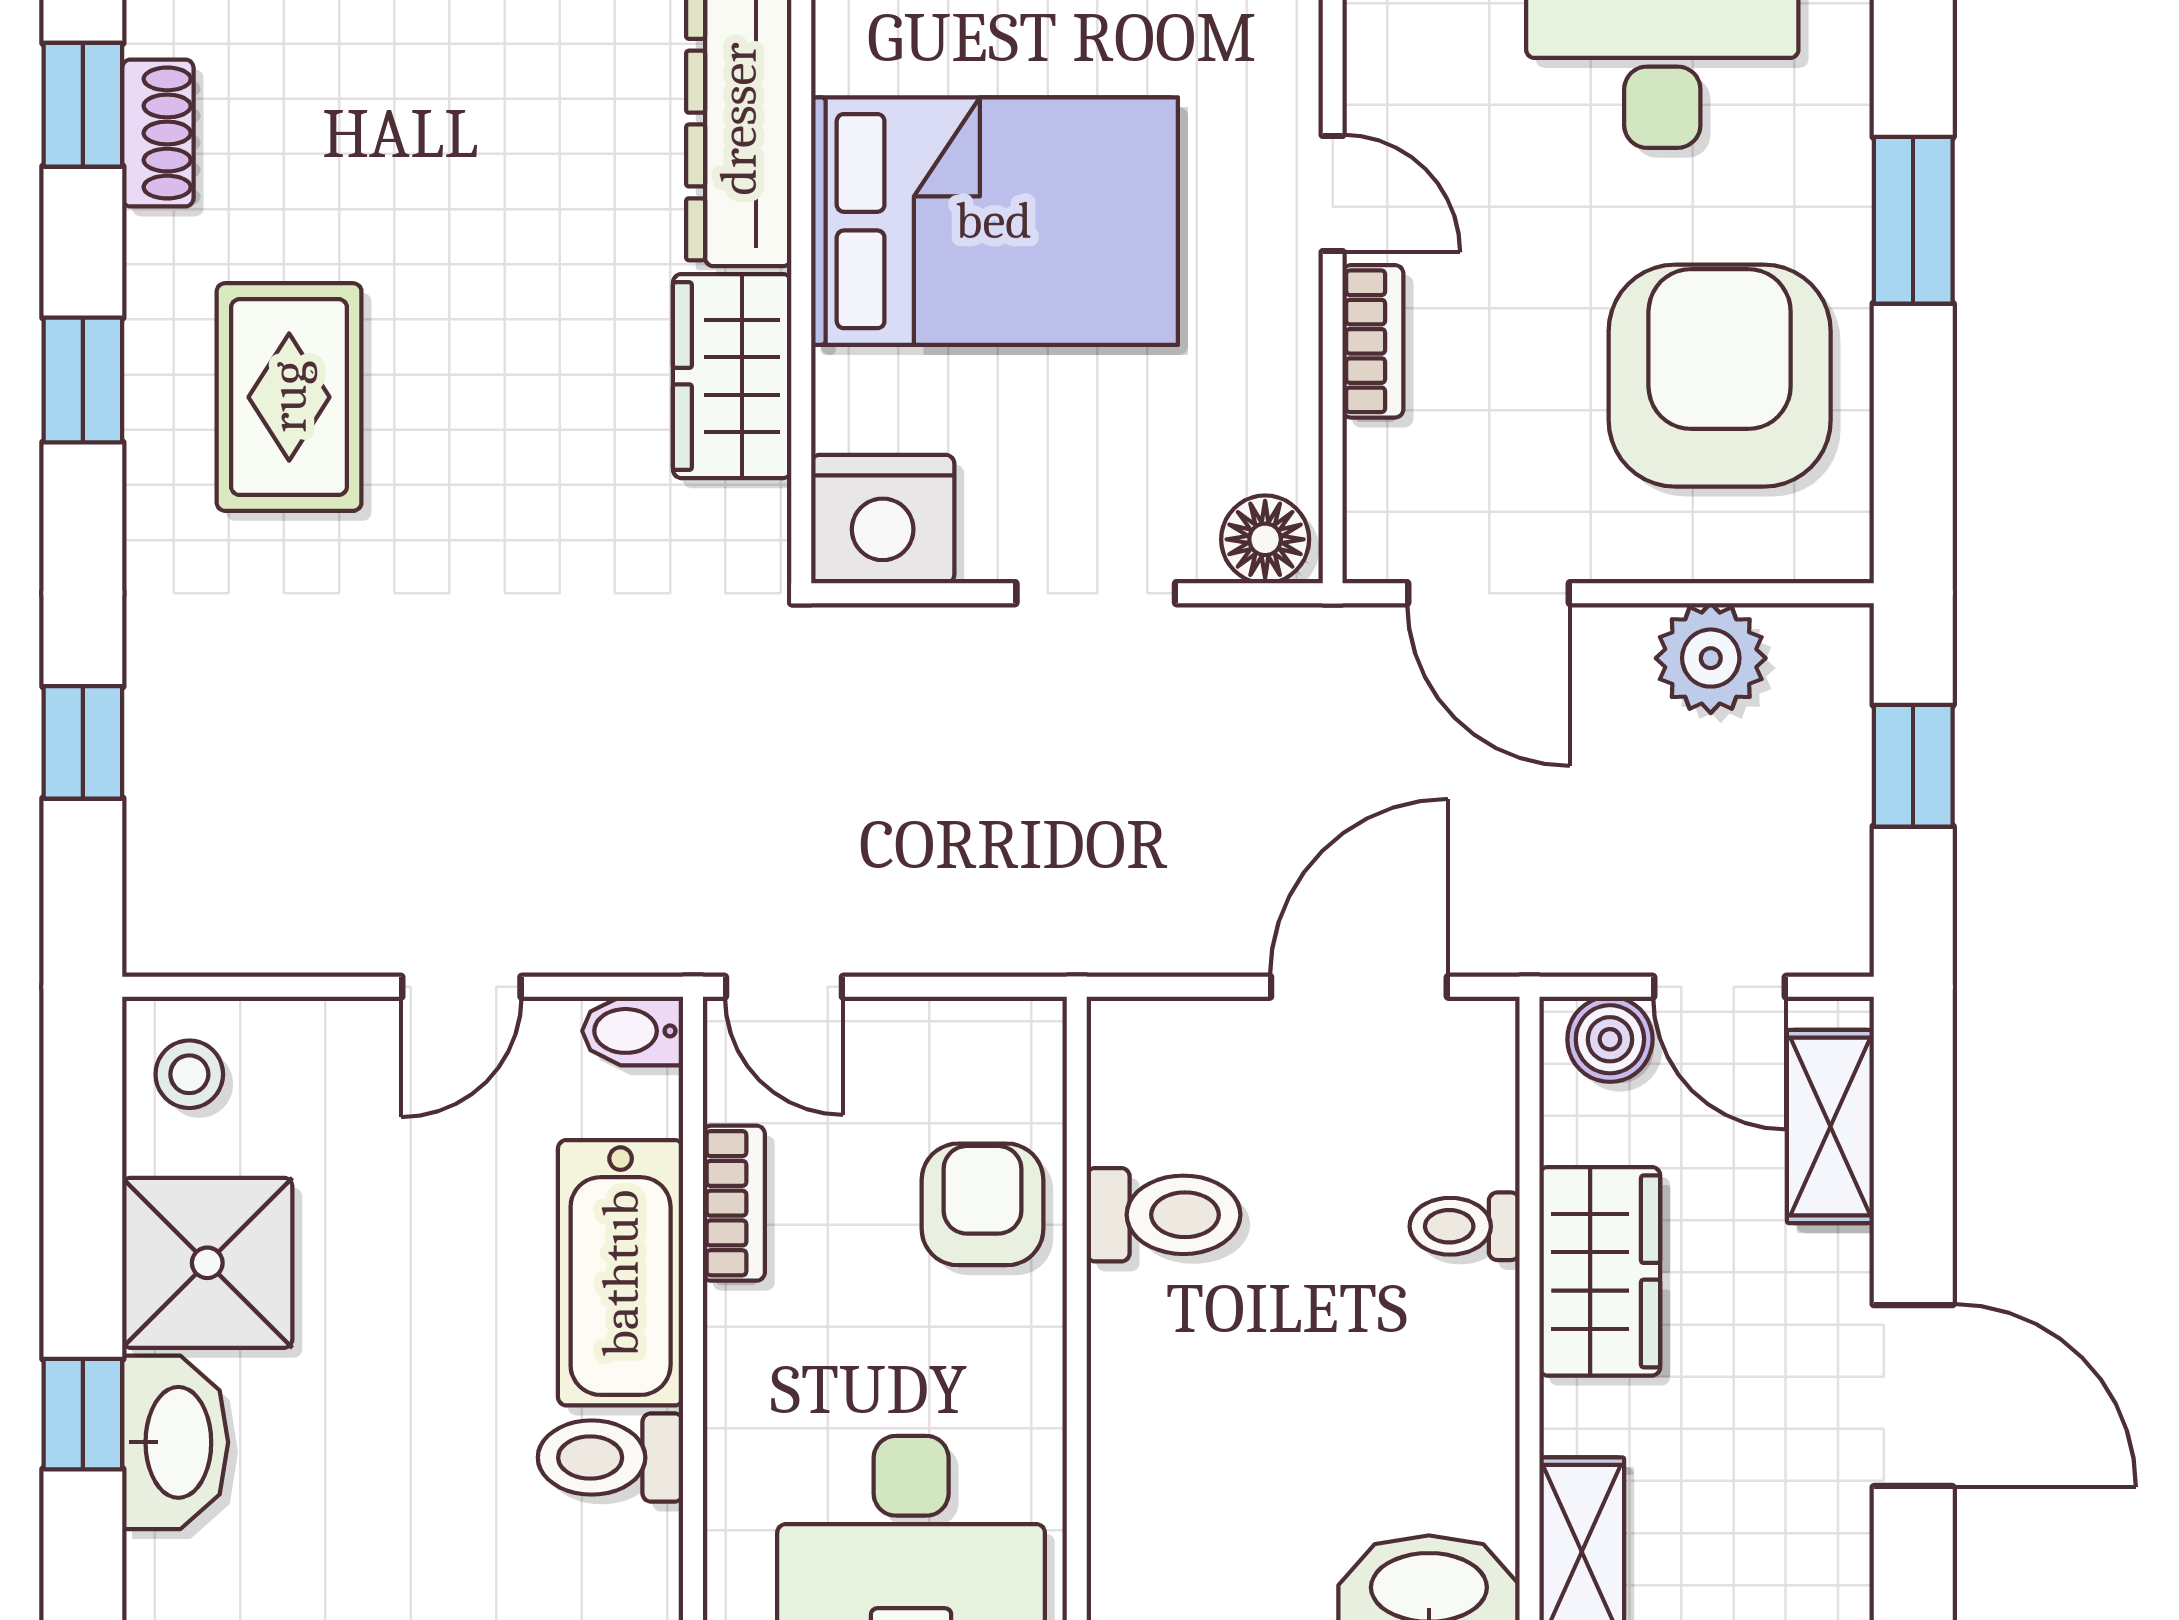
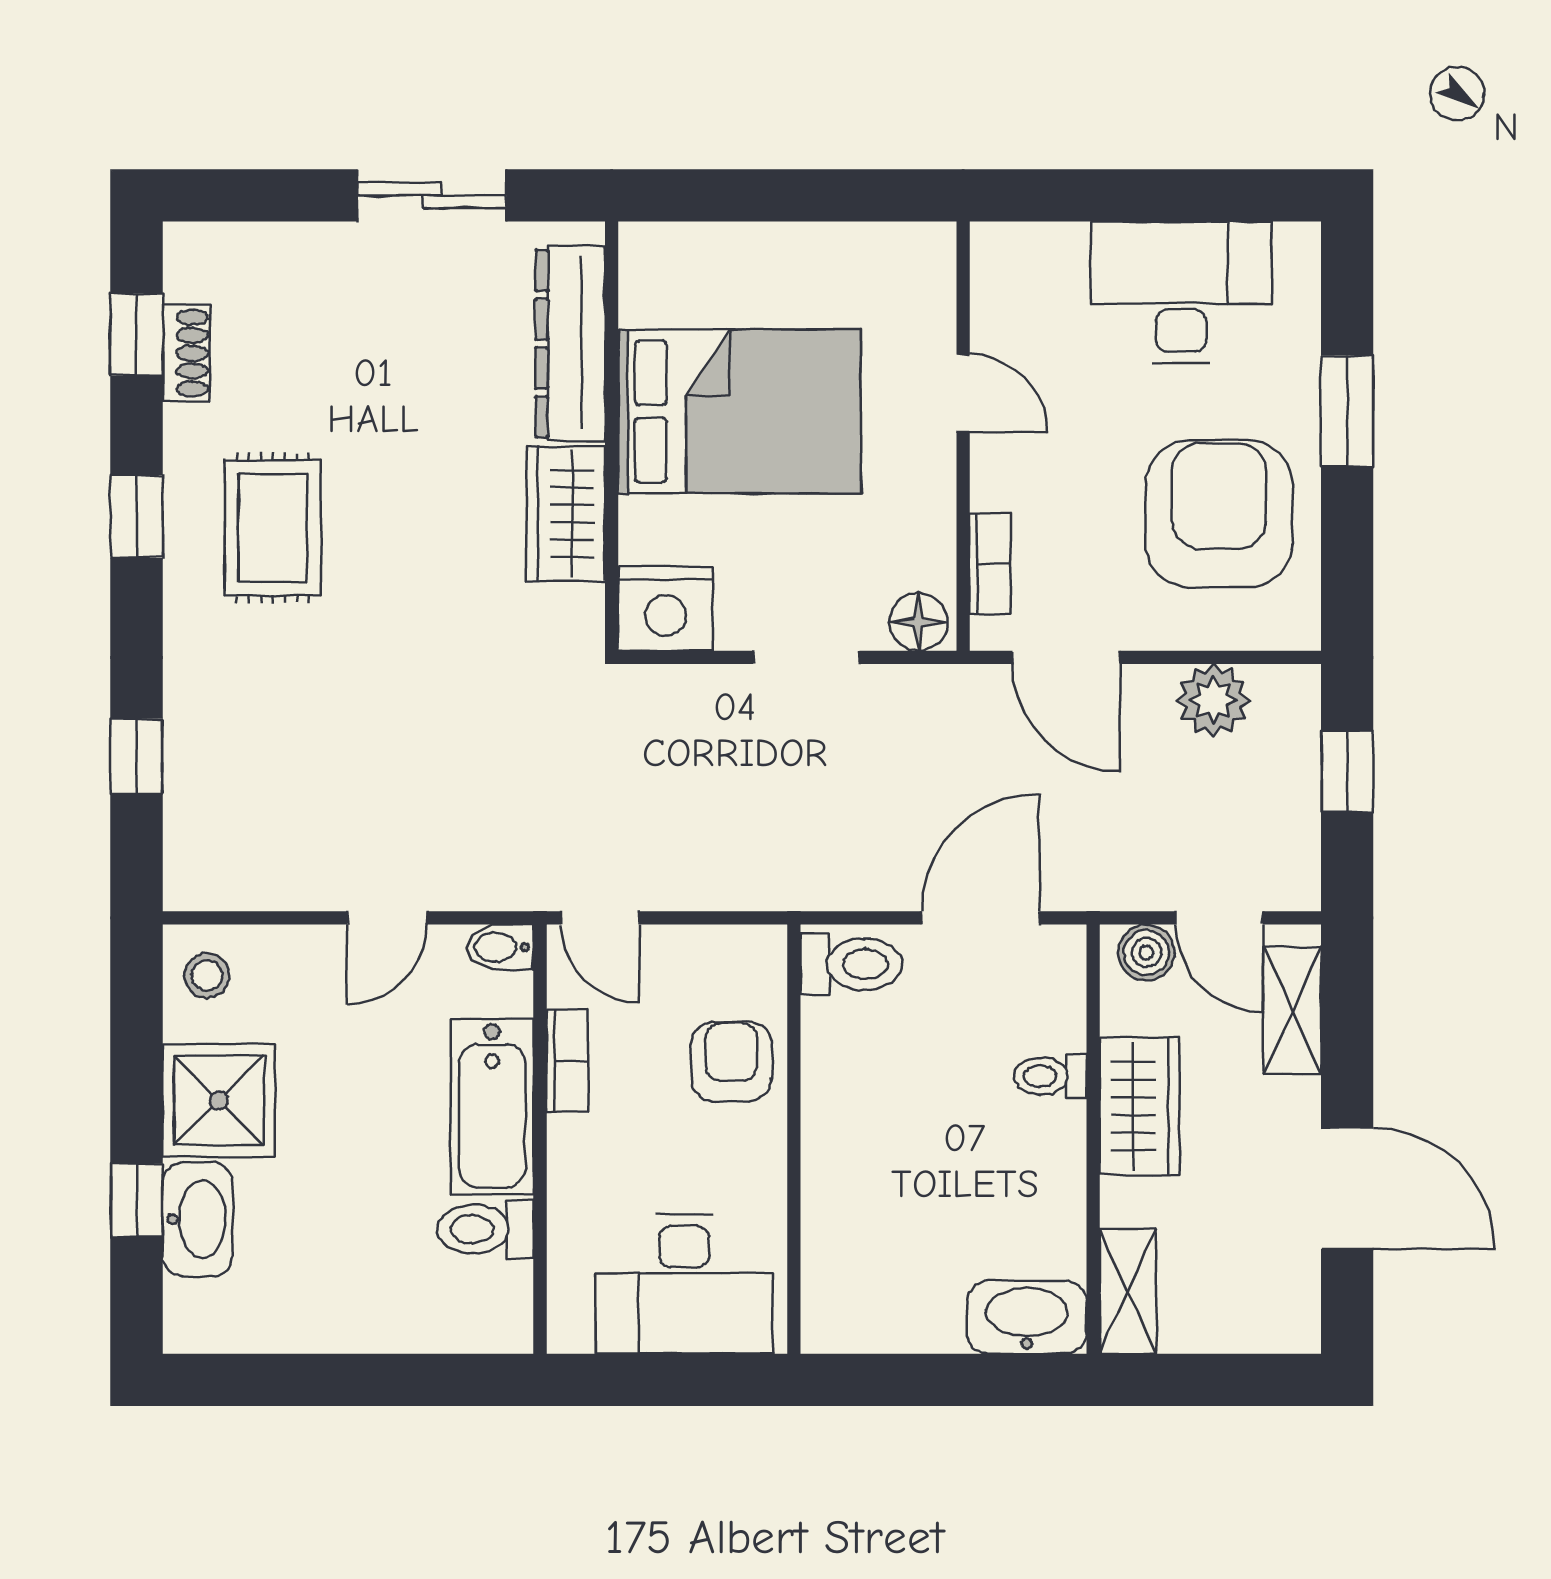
bookcase: (1373, 341) -> (990, 564), moved
toilet: (1163, 1215) -> (851, 964), moved

